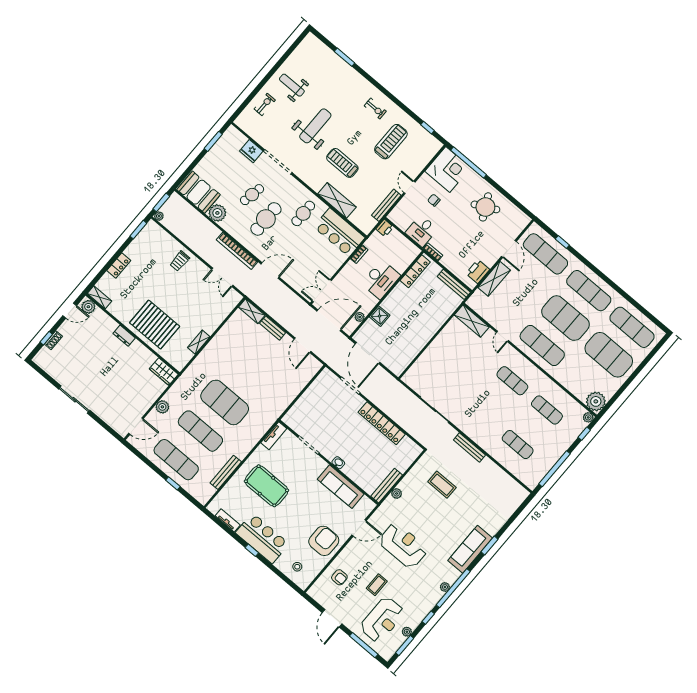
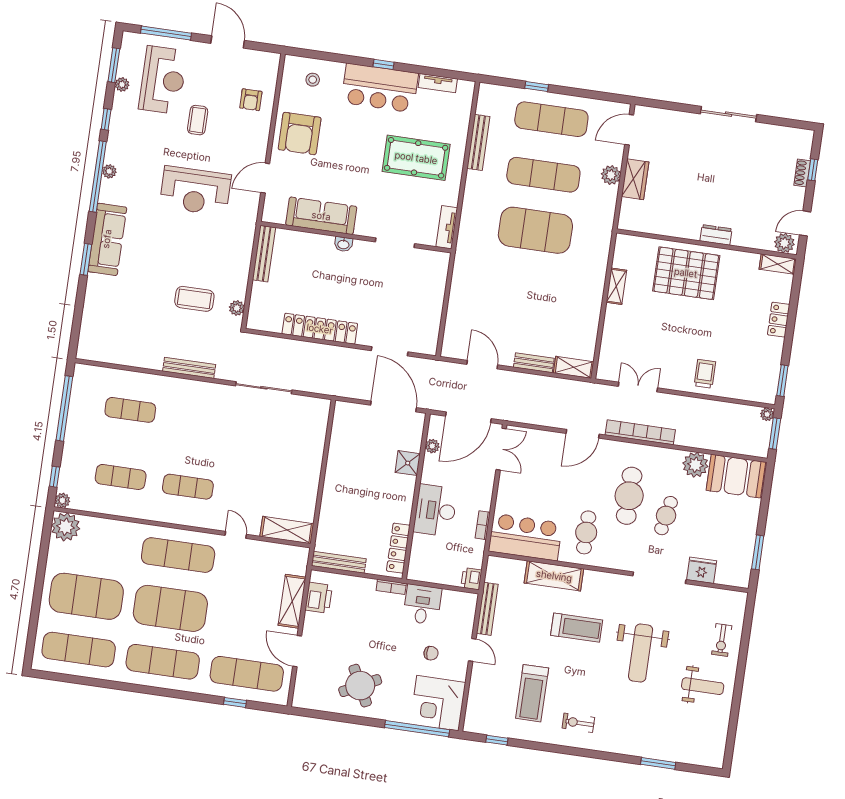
wardrobe: (164, 372) -> (635, 179), moved, turned 90
plant: (397, 493) -> (237, 308), moved
armchair: (339, 577) -> (251, 100), turned -90
reception desk: (382, 620) -> (163, 80), turned 180

